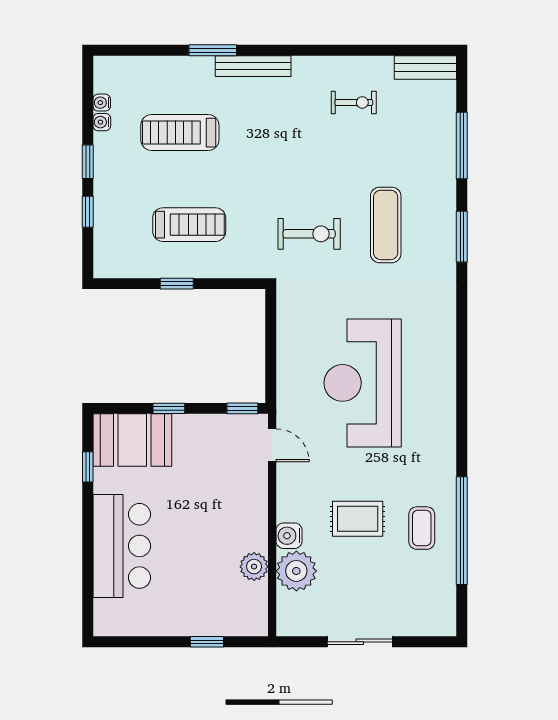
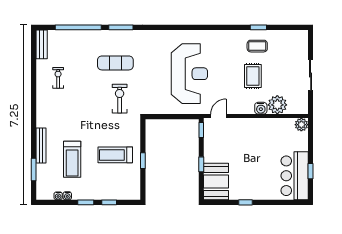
window: (213, 50) -> (34, 170), moved
bench: (253, 66) -> (41, 145), moved
window: (462, 146) -> (78, 27), width x1.46
treadmill: (189, 225) -> (115, 155), turned -90
reception desk: (363, 383) -> (189, 74), turned -90
window: (88, 467) -> (245, 202), moved
window: (462, 531) -> (258, 27), width x0.32
bar counter: (122, 546) -> (295, 176), moved, turned -90
plant: (254, 567) -> (301, 125), moved
window: (207, 642) -> (311, 171), moved

